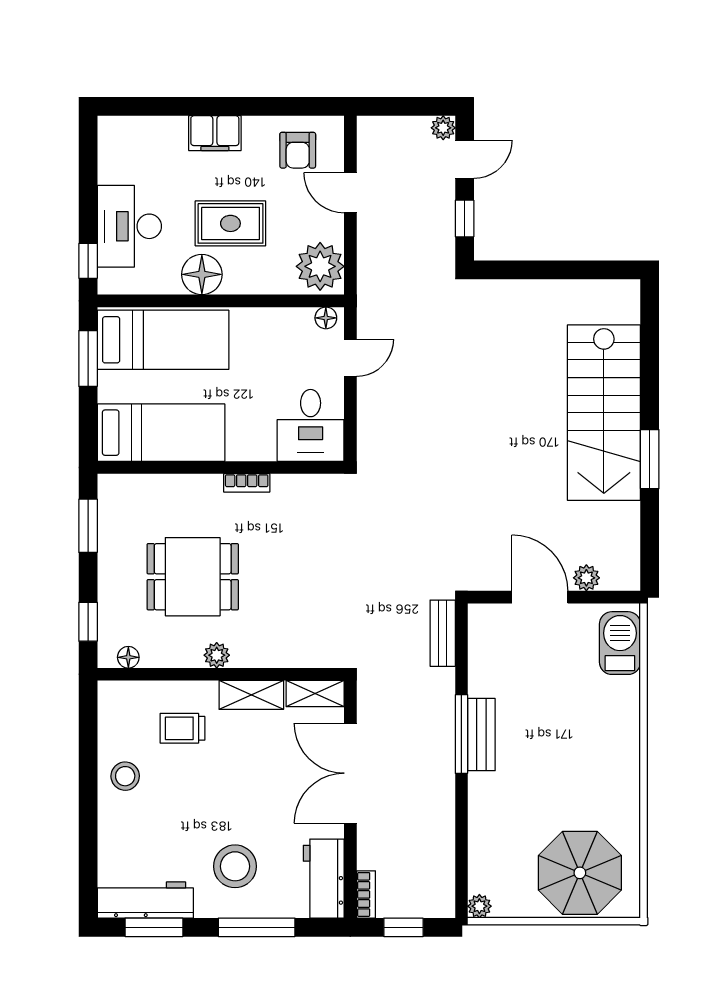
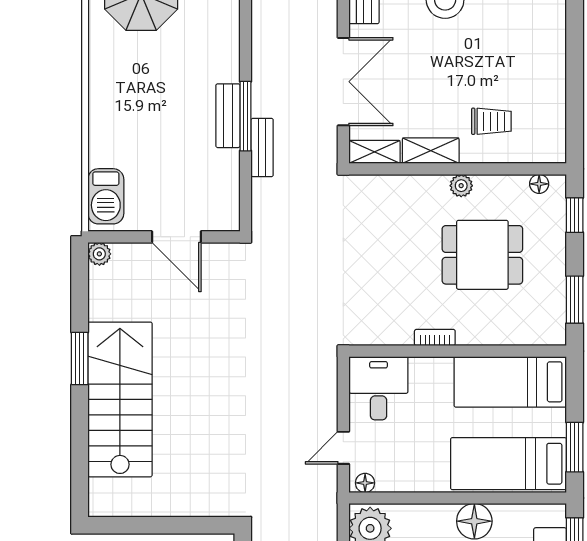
plant: (586, 578) -> (99, 254), moved
bench: (443, 633) -> (262, 148), moved
stool: (125, 776) -> (542, 79), removed

